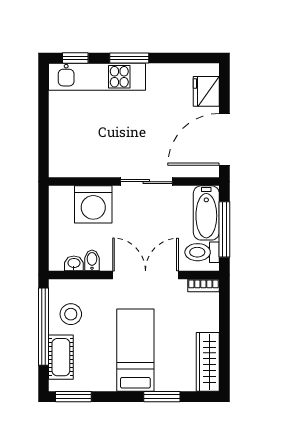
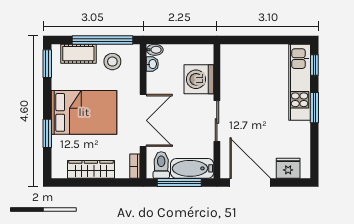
bidet: (92, 260) -> (155, 50), moved
bed: (135, 350) -> (84, 112), width x1.50
wardrobe: (208, 362) -> (91, 169), moved

